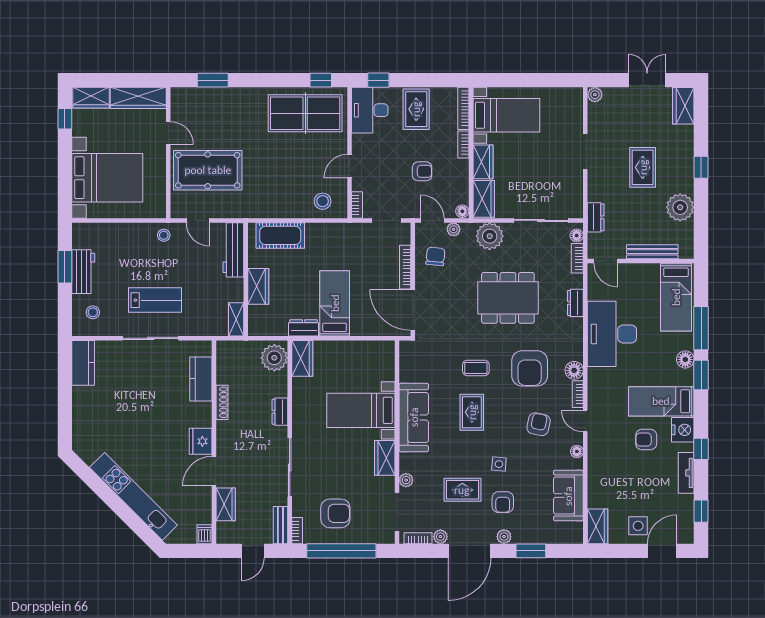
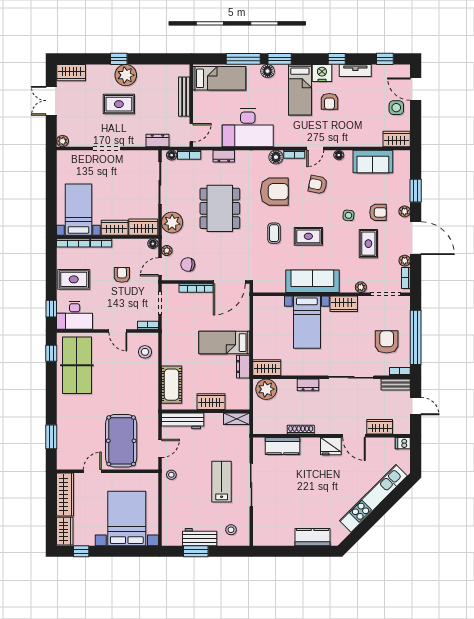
plant: (680, 207) -> (126, 75), moved
kitchen counter: (83, 363) -> (313, 537), moved

